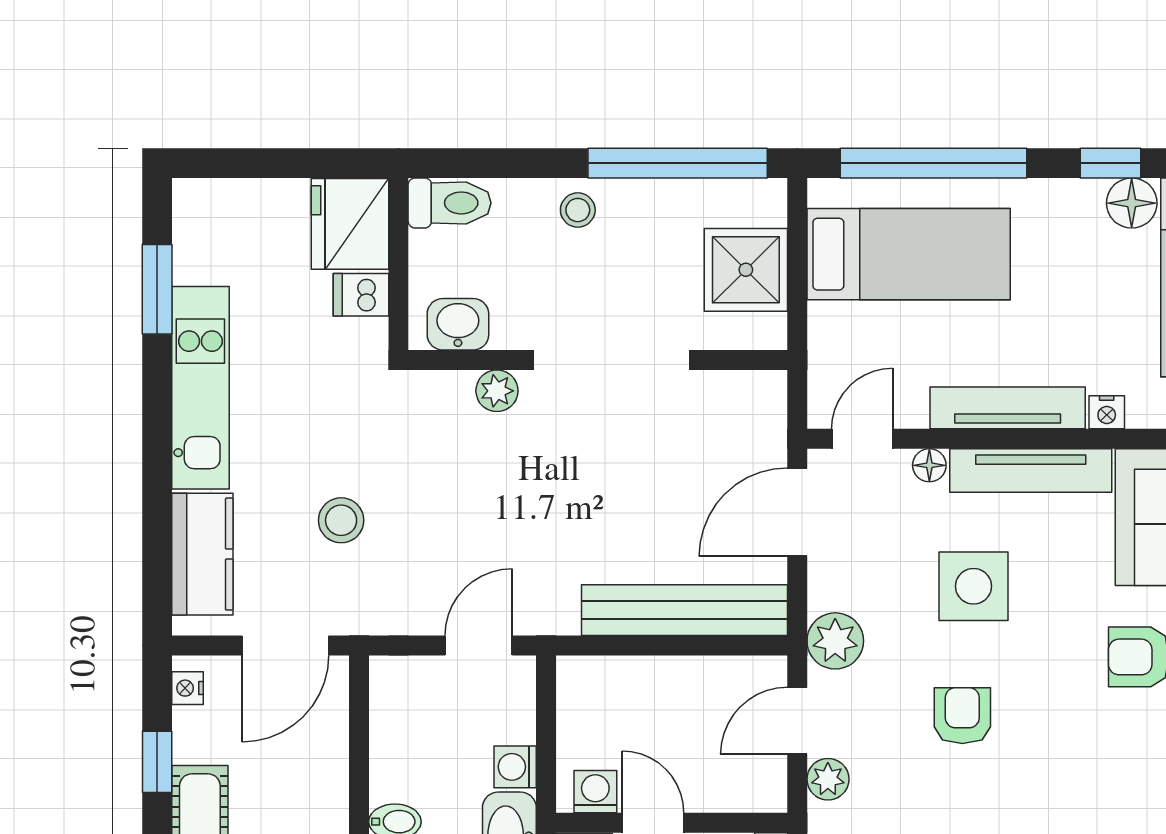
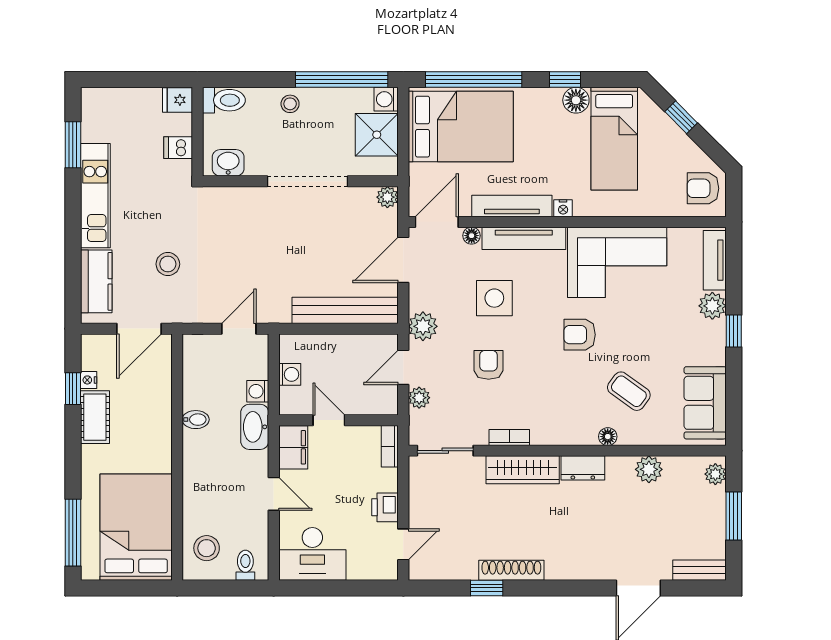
washing machine: (764, 201) -> (386, 99), added
fridge: (350, 224) -> (177, 100), width x0.53, depth x0.75
bed: (909, 254) -> (461, 127), width x1.50
plant: (497, 391) -> (387, 197), moved
door: (862, 439) -> (437, 222), width x1.38
nightstand: (188, 688) -> (89, 380), moved
washing machine: (595, 792) -> (290, 374), moved, turned 90

